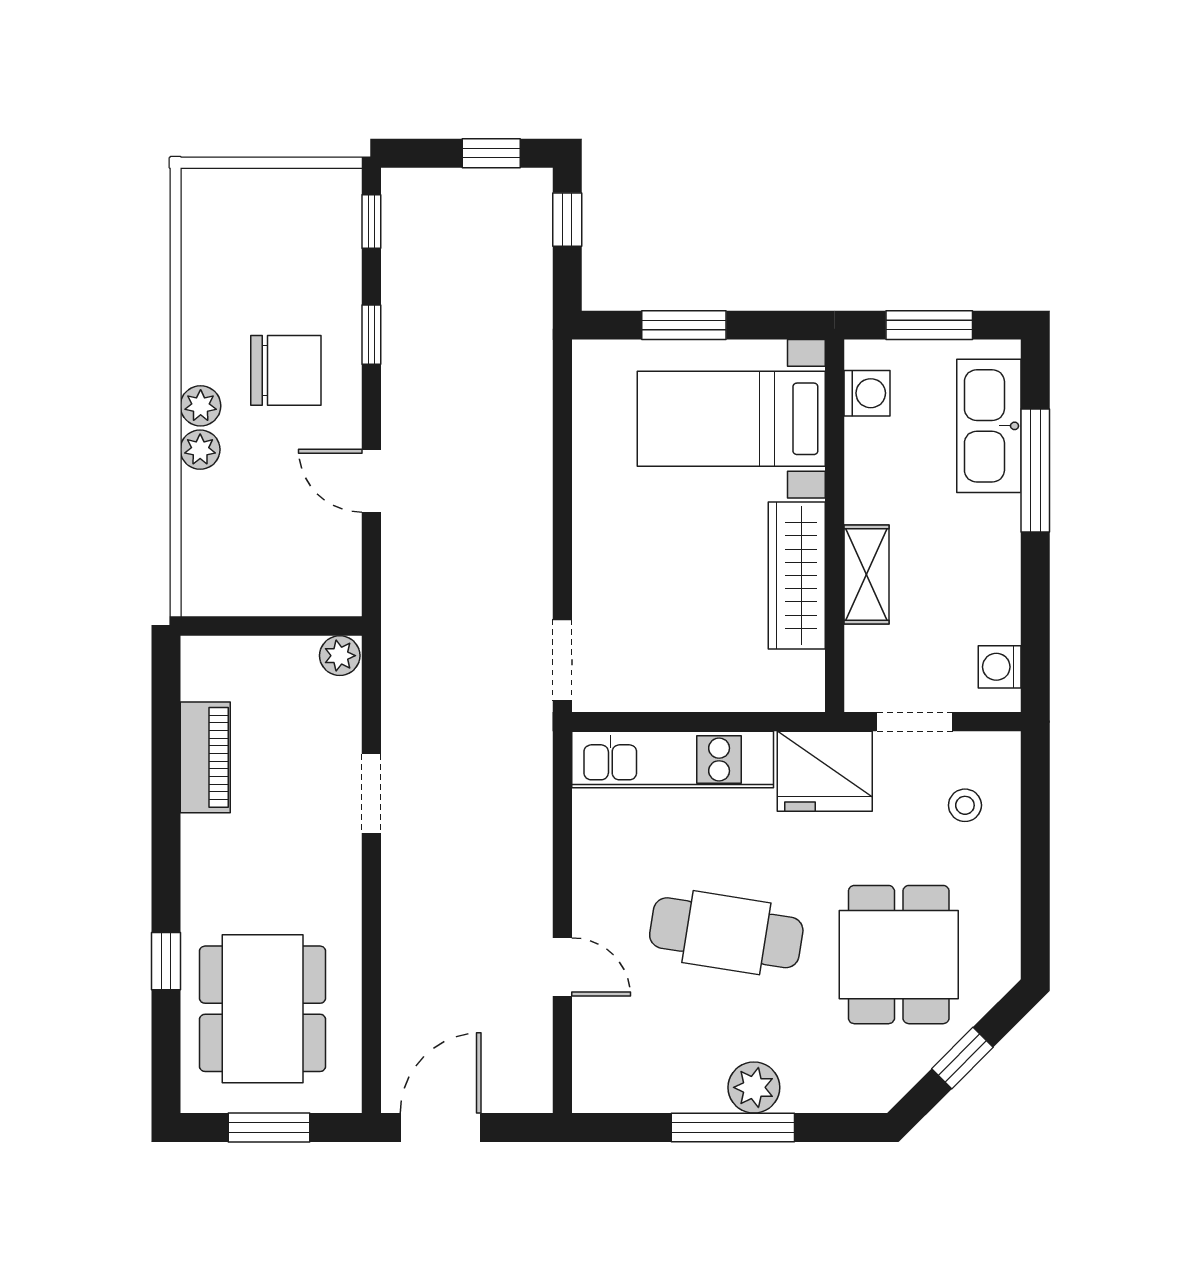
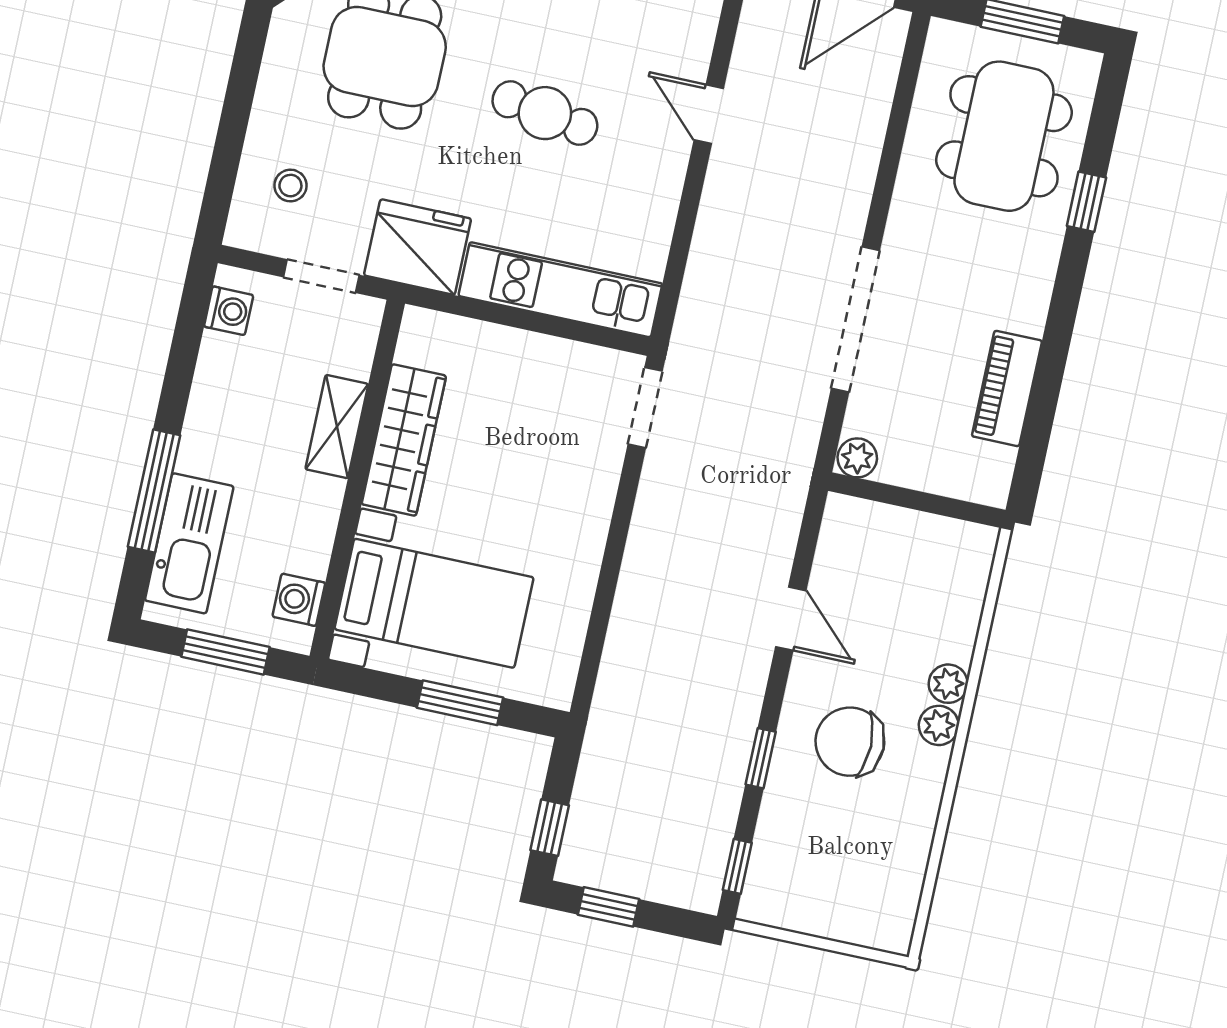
doorway: (371, 793) -> (855, 320), width x1.88
cafe table: (726, 933) -> (545, 113), width x0.73, depth x0.74

